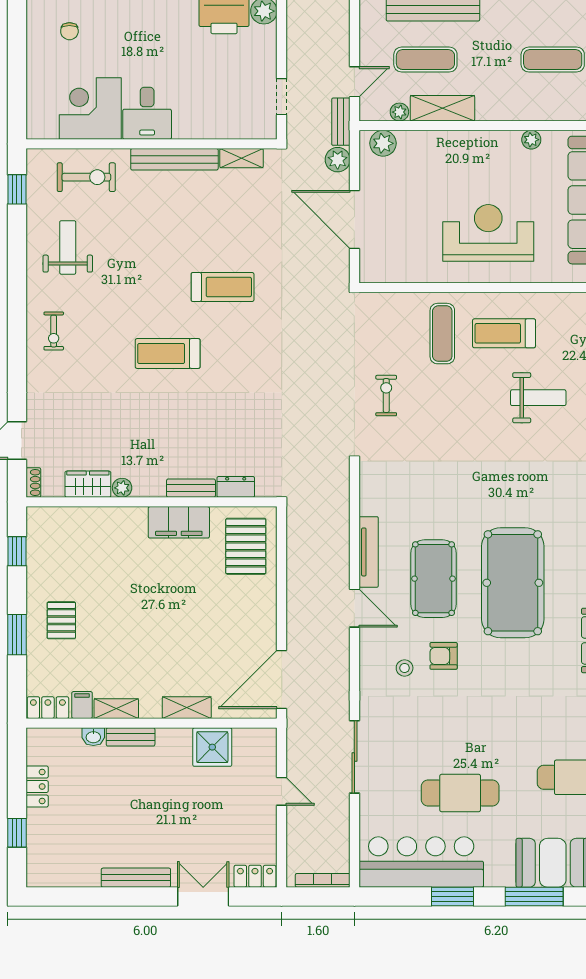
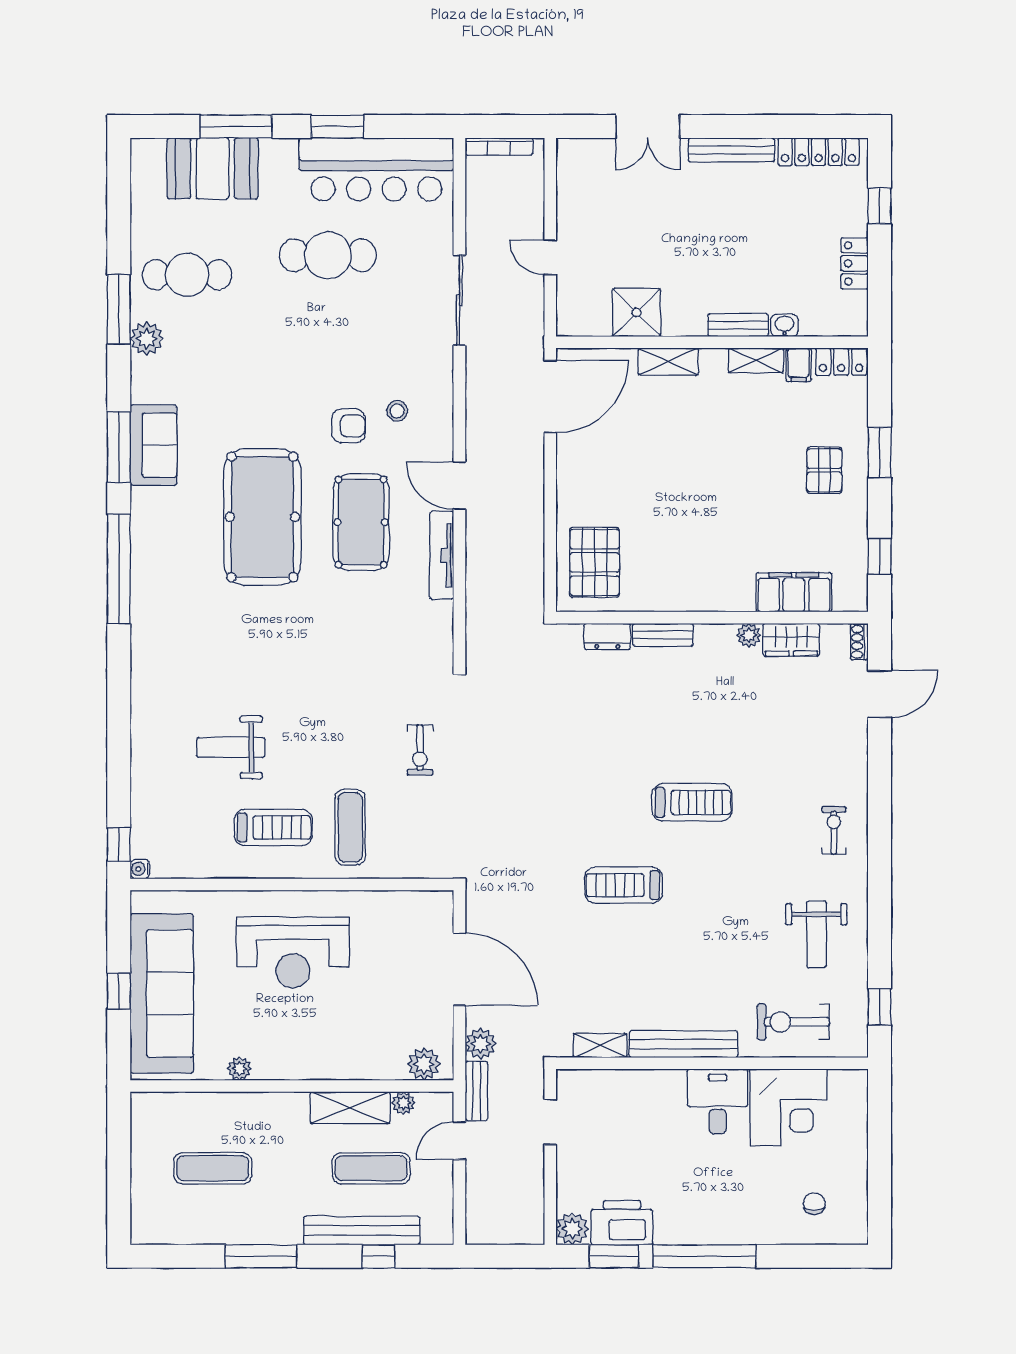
filing cabinet: (179, 522) -> (794, 592), moved
locker: (255, 876) -> (818, 152), moved, width x1.53

